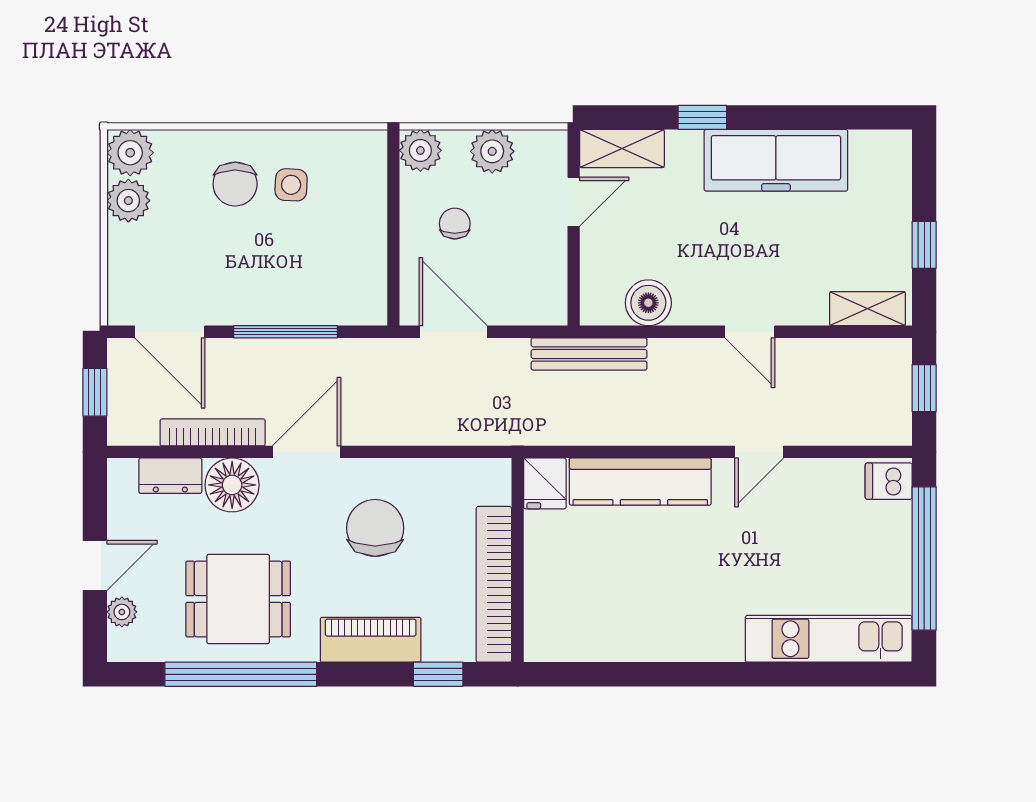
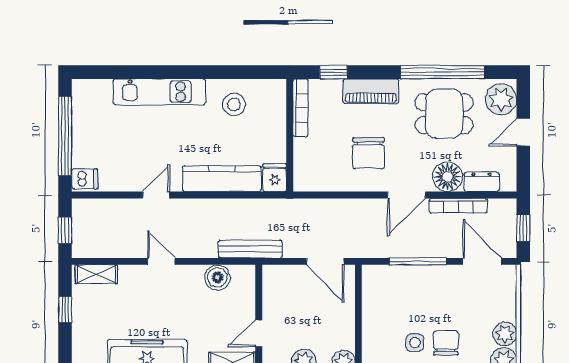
chair: (455, 224) -> (324, 321), removed
bookcase: (494, 584) -> (301, 108), width x0.68, depth x0.76
plant: (122, 612) -> (501, 99), width x1.87, depth x1.87
stool: (618, 616) -> (234, 104), added
kitchen unit: (829, 639) -> (159, 92), moved

